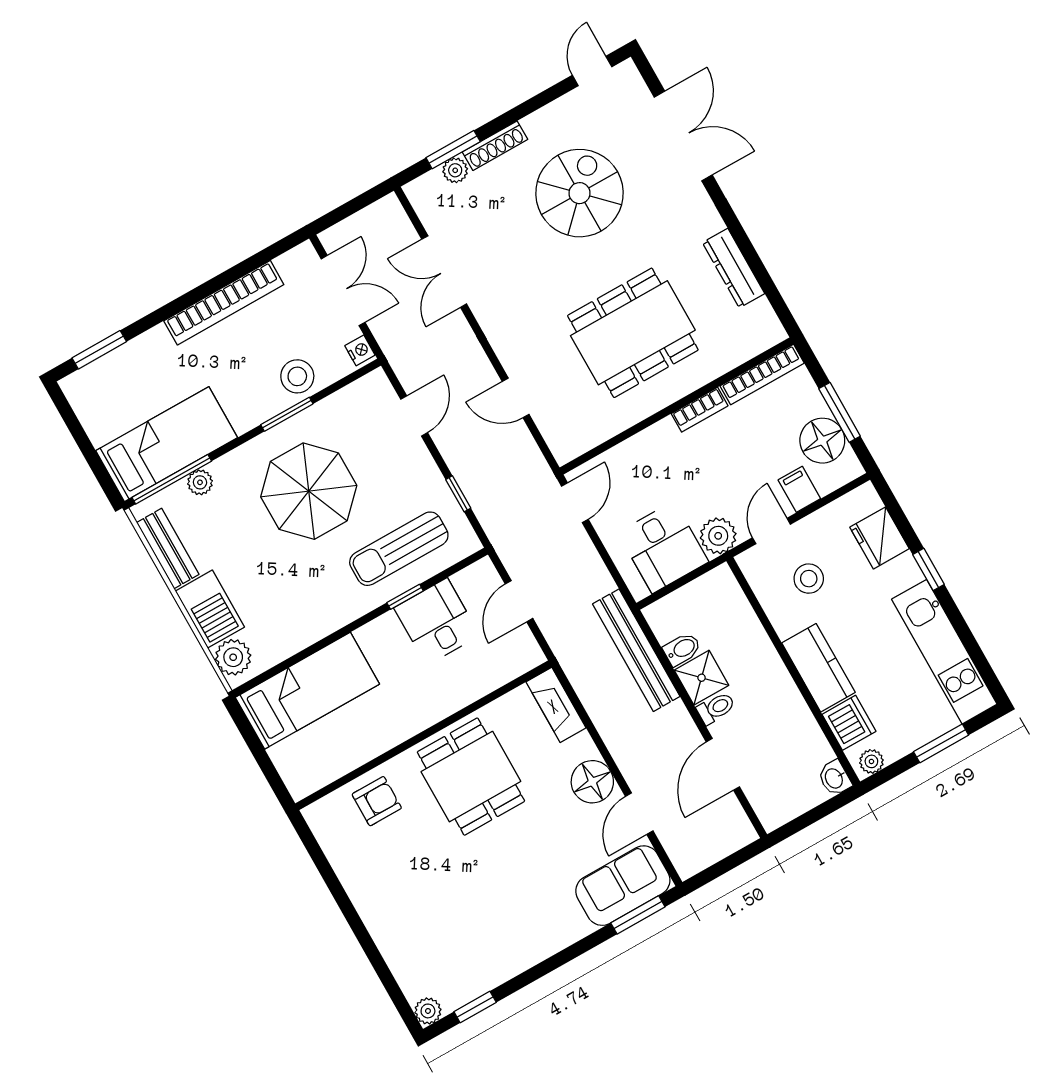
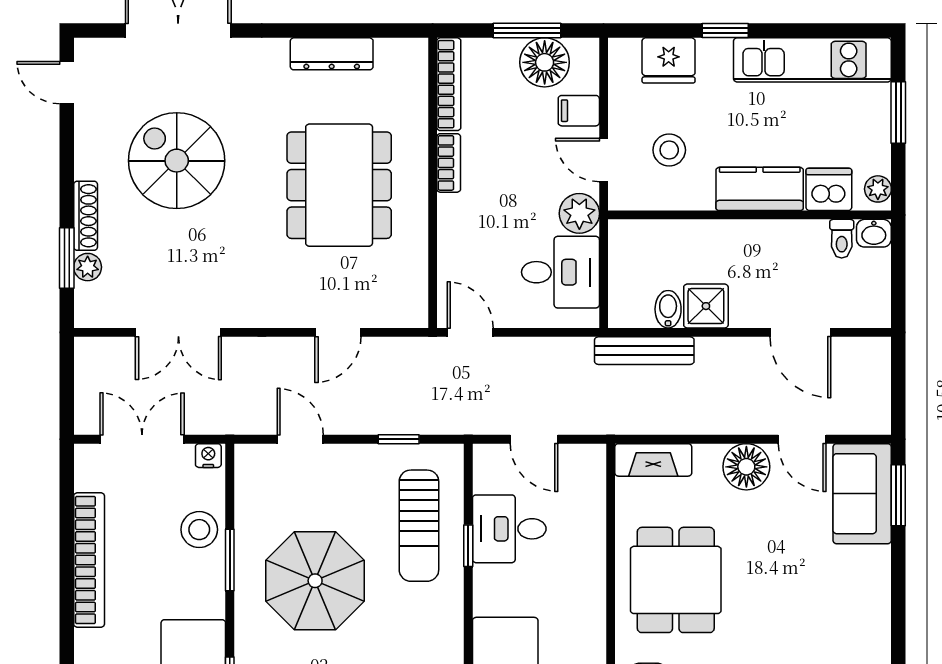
bench: (636, 650) -> (644, 351), width x0.73, depth x0.82
toilet: (716, 708) -> (842, 239), moved, turned 180
dining table: (471, 777) -> (676, 580), turned 90

